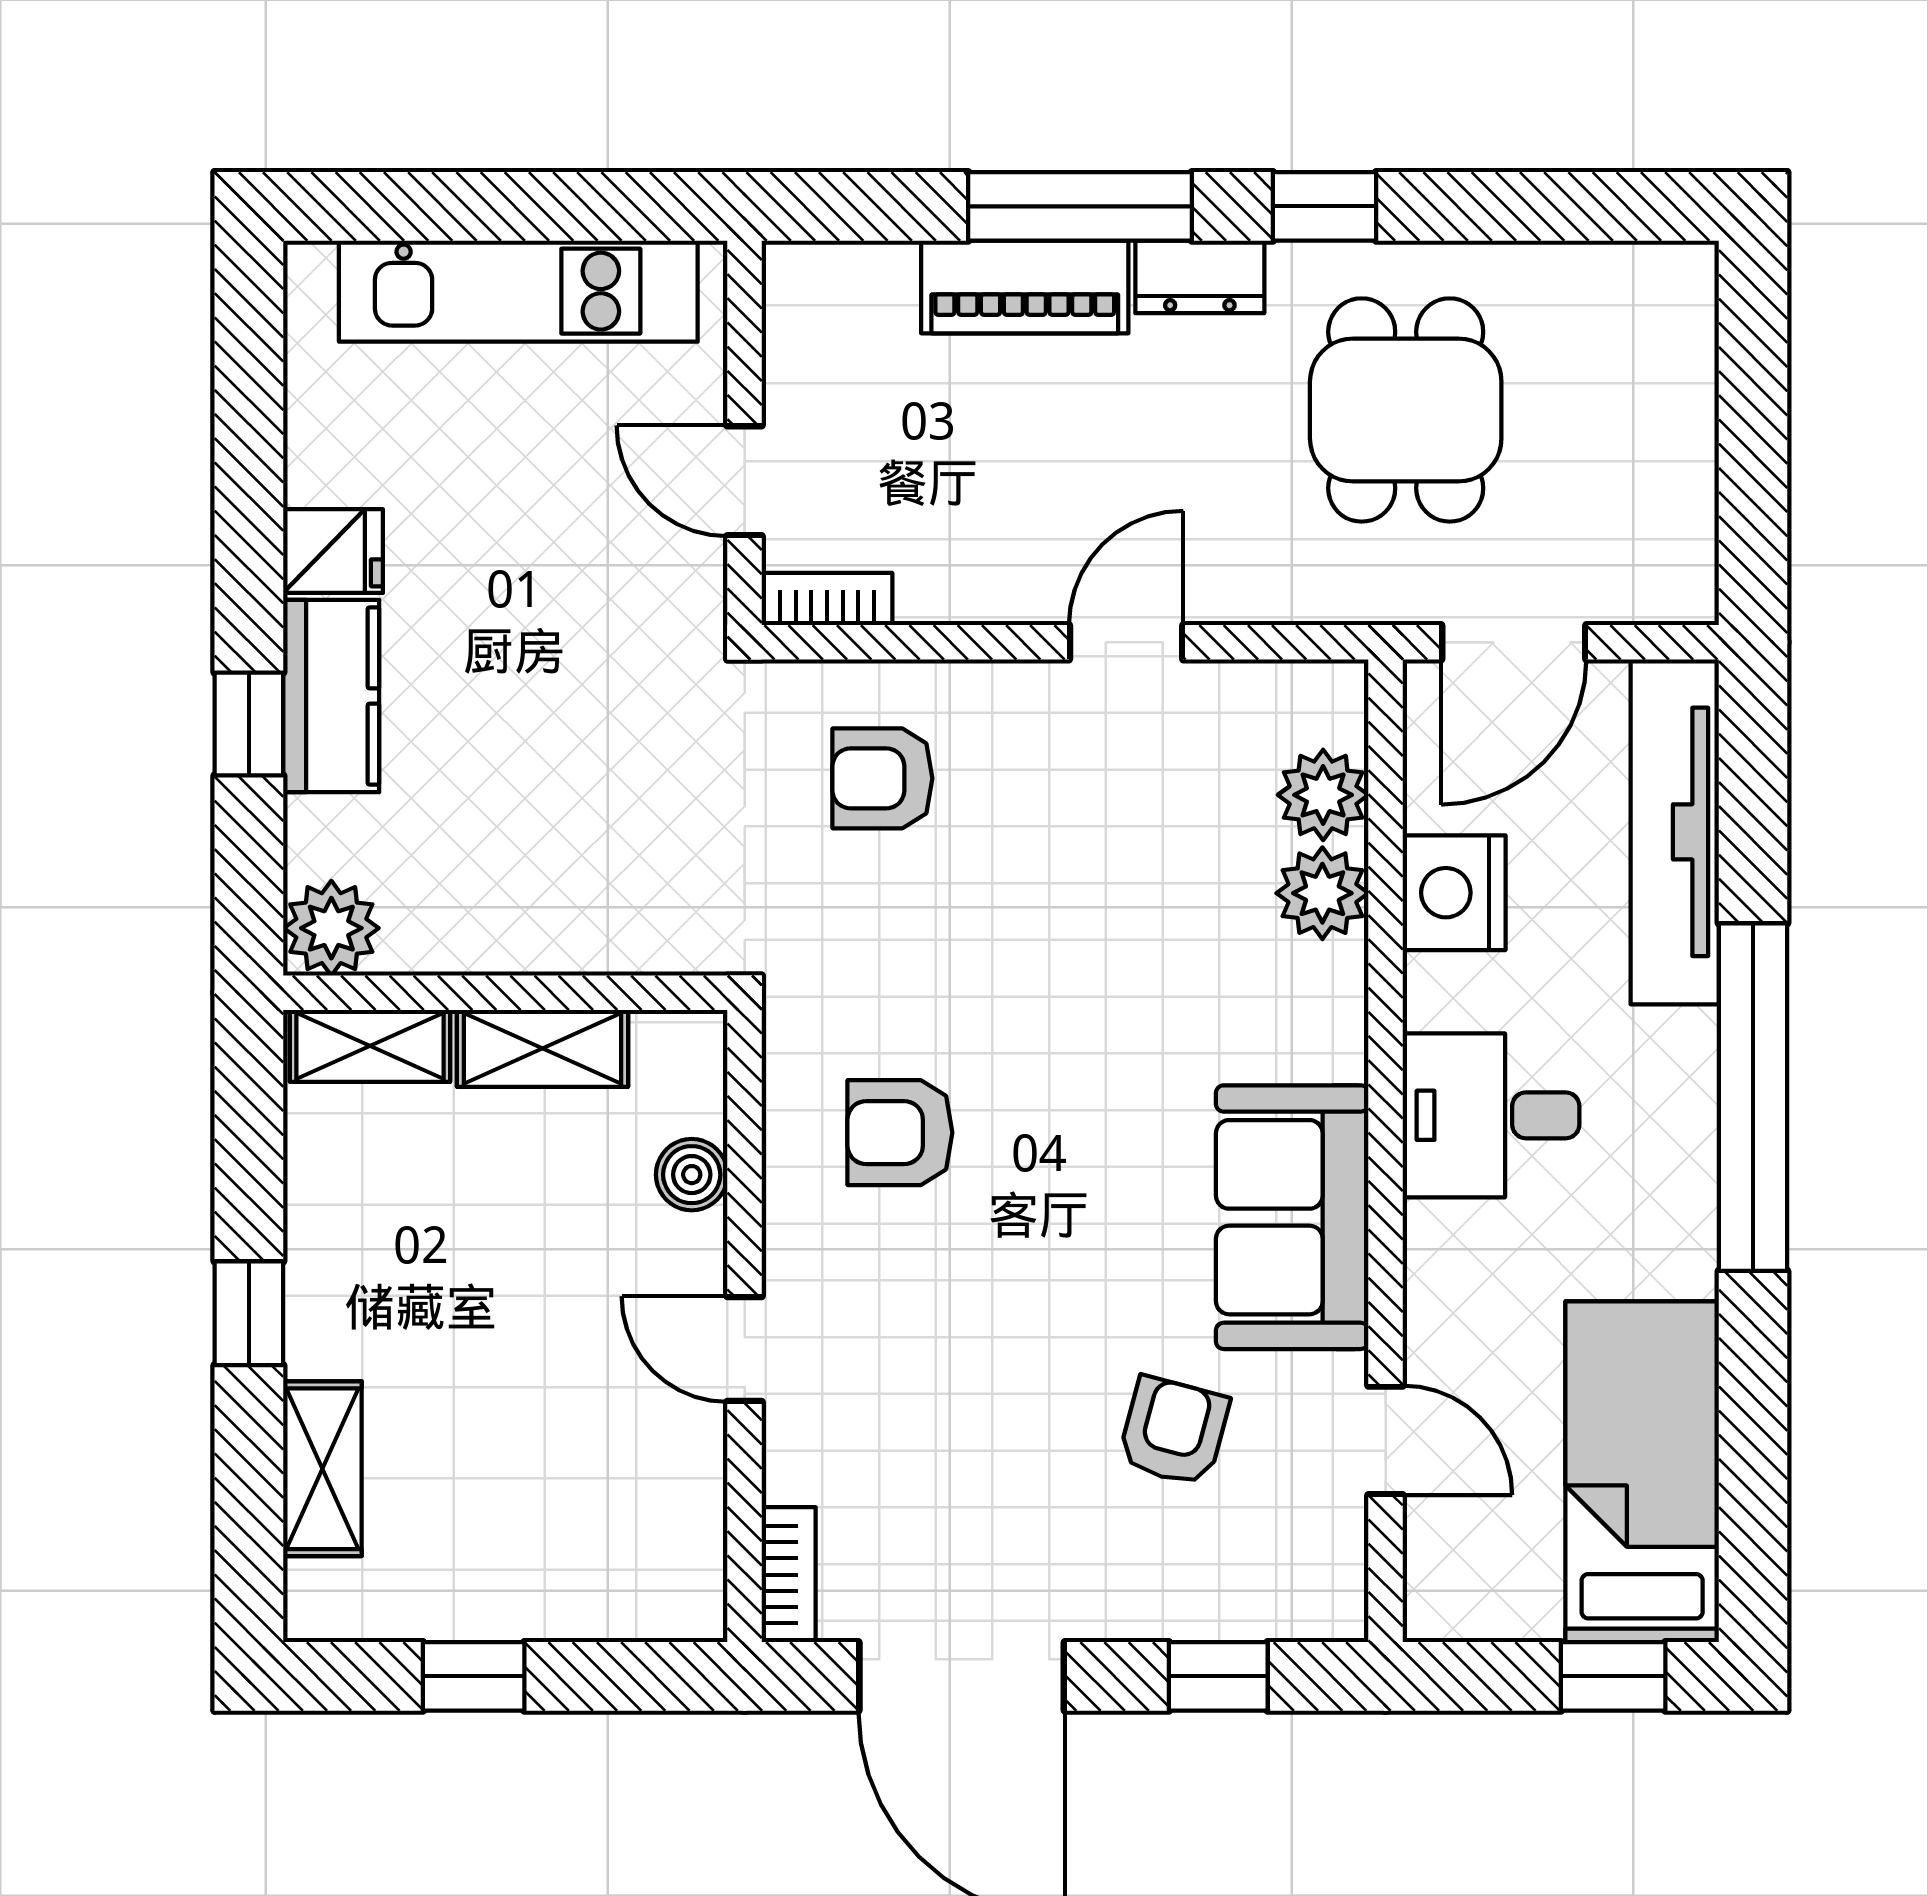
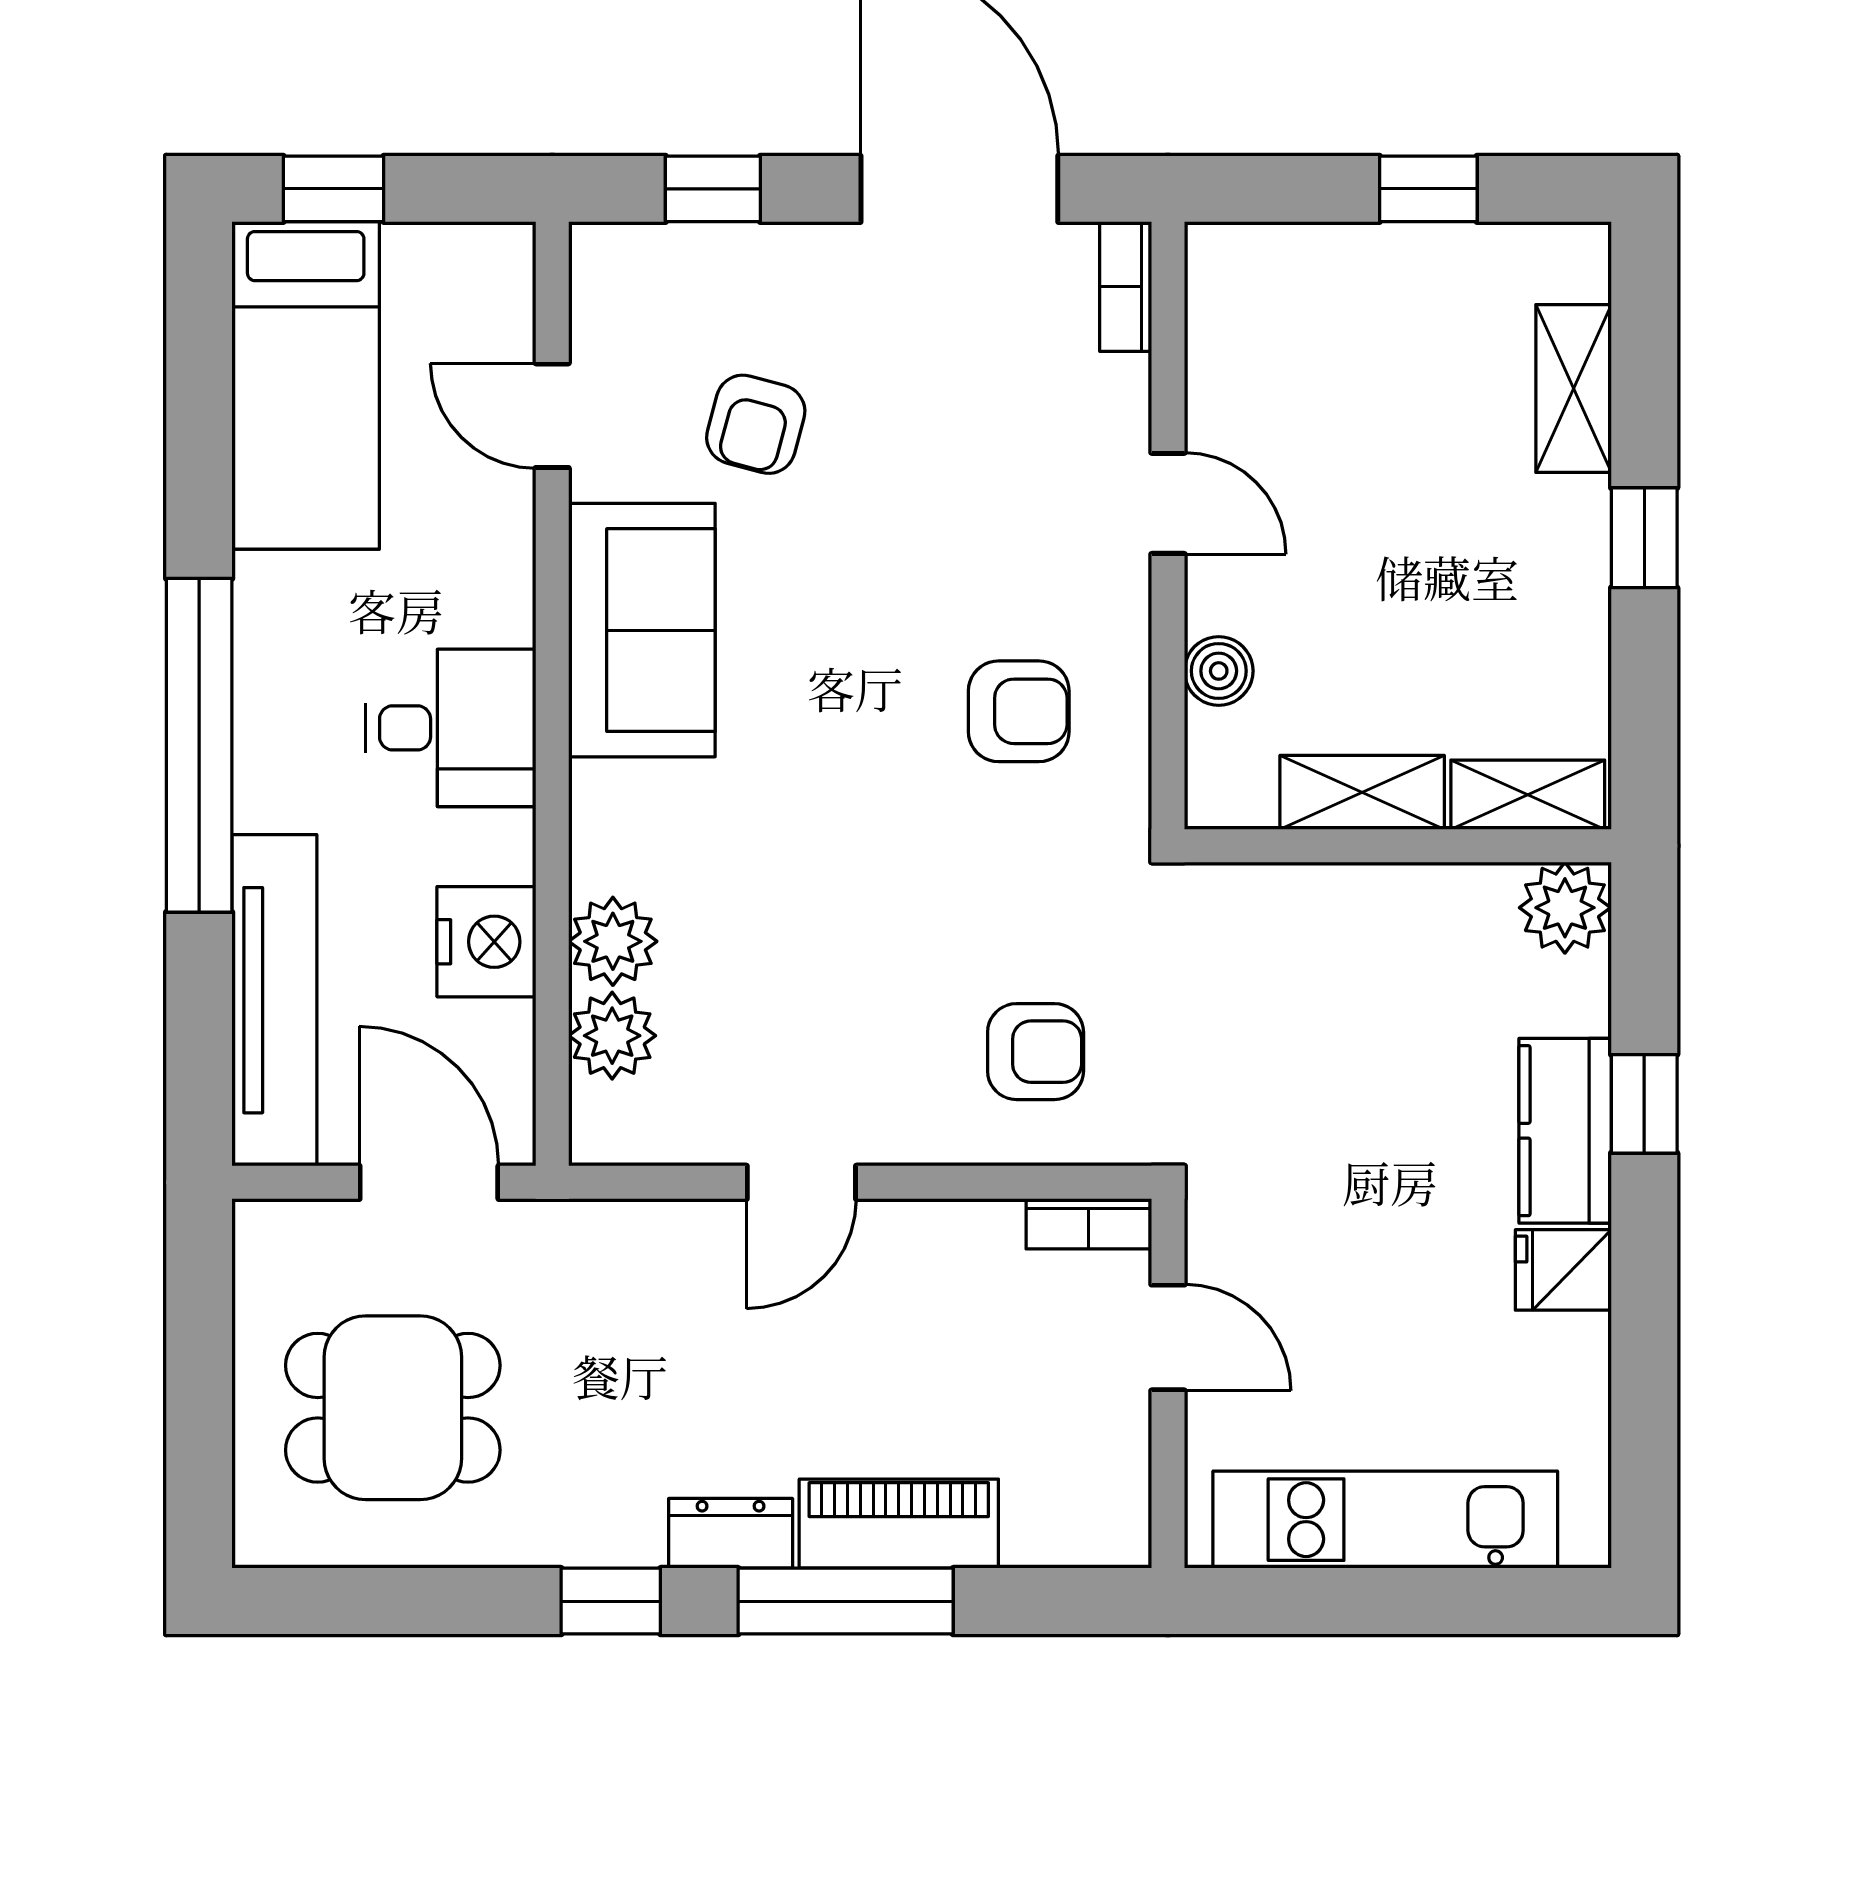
dining table: (1406, 410) -> (393, 1408), moved, turned 90
door: (1514, 642) -> (429, 1182), hinge flipped

